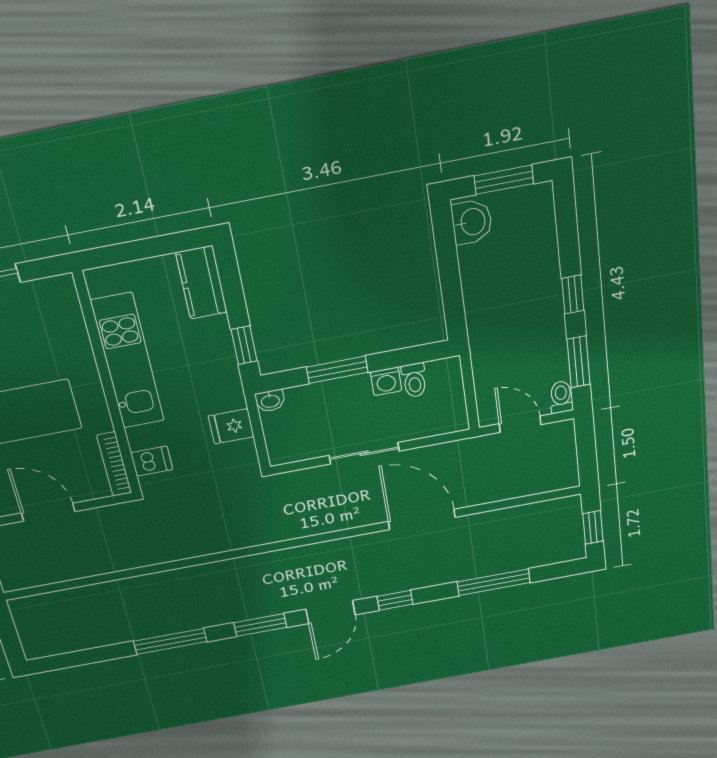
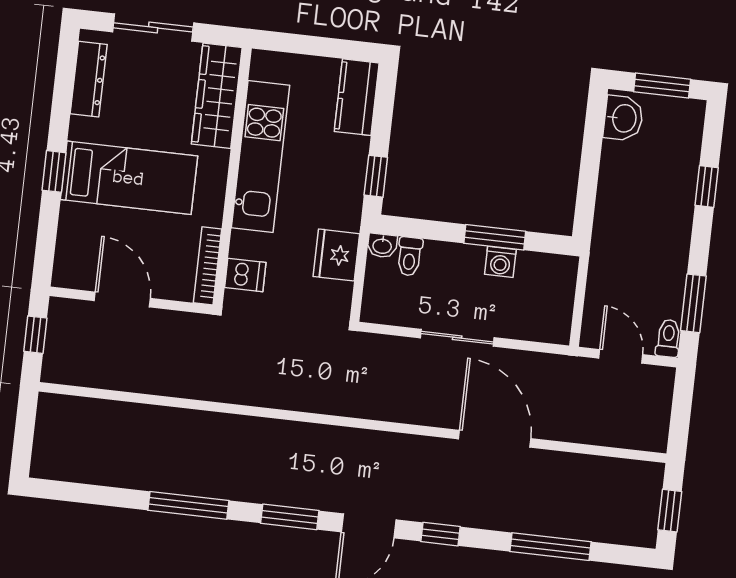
window: (573, 294) -> (707, 187), moved
wardrobe: (65, 322) -> (217, 96), added
window: (337, 370) -> (495, 237), moved
toilet: (414, 380) -> (410, 256), moved
fridge: (231, 426) -> (336, 255), width x1.38

